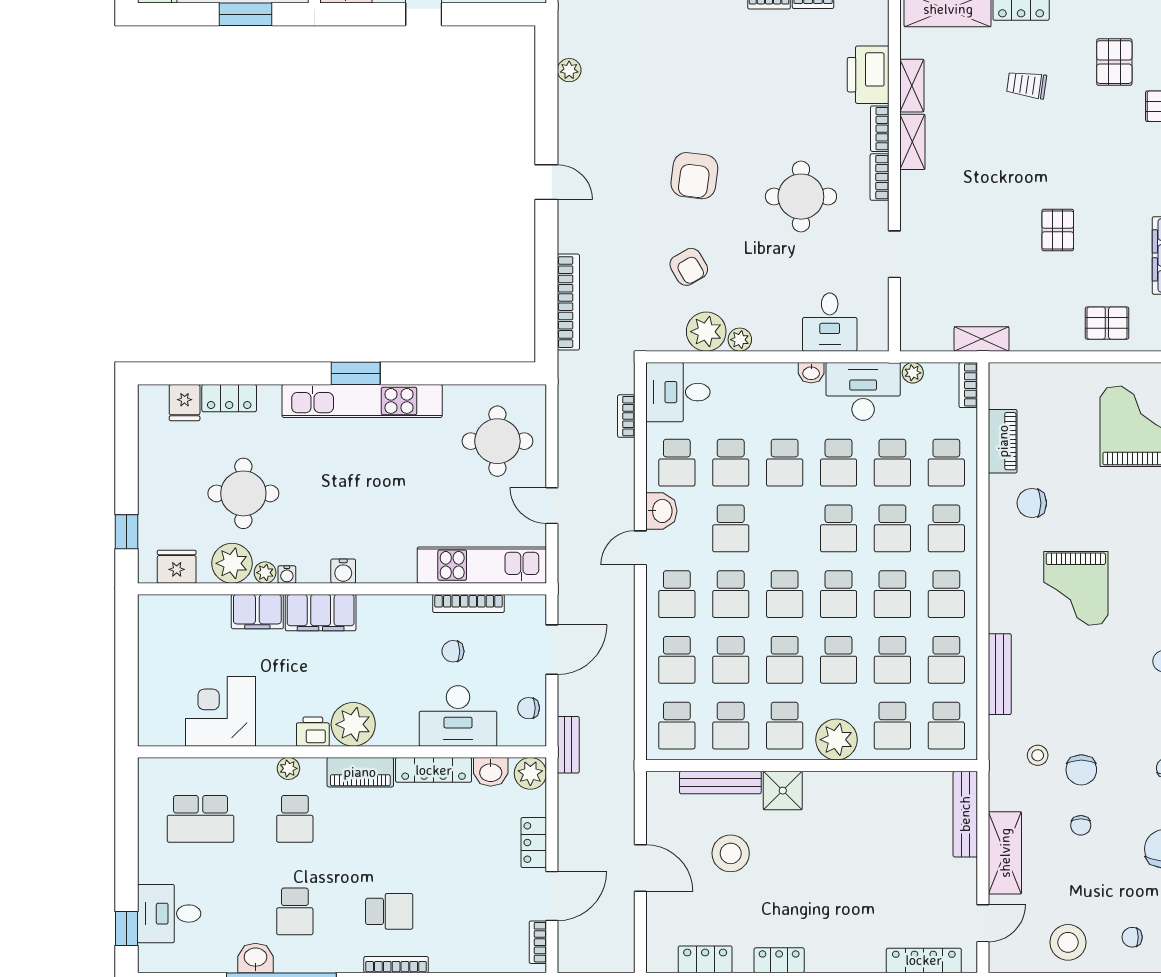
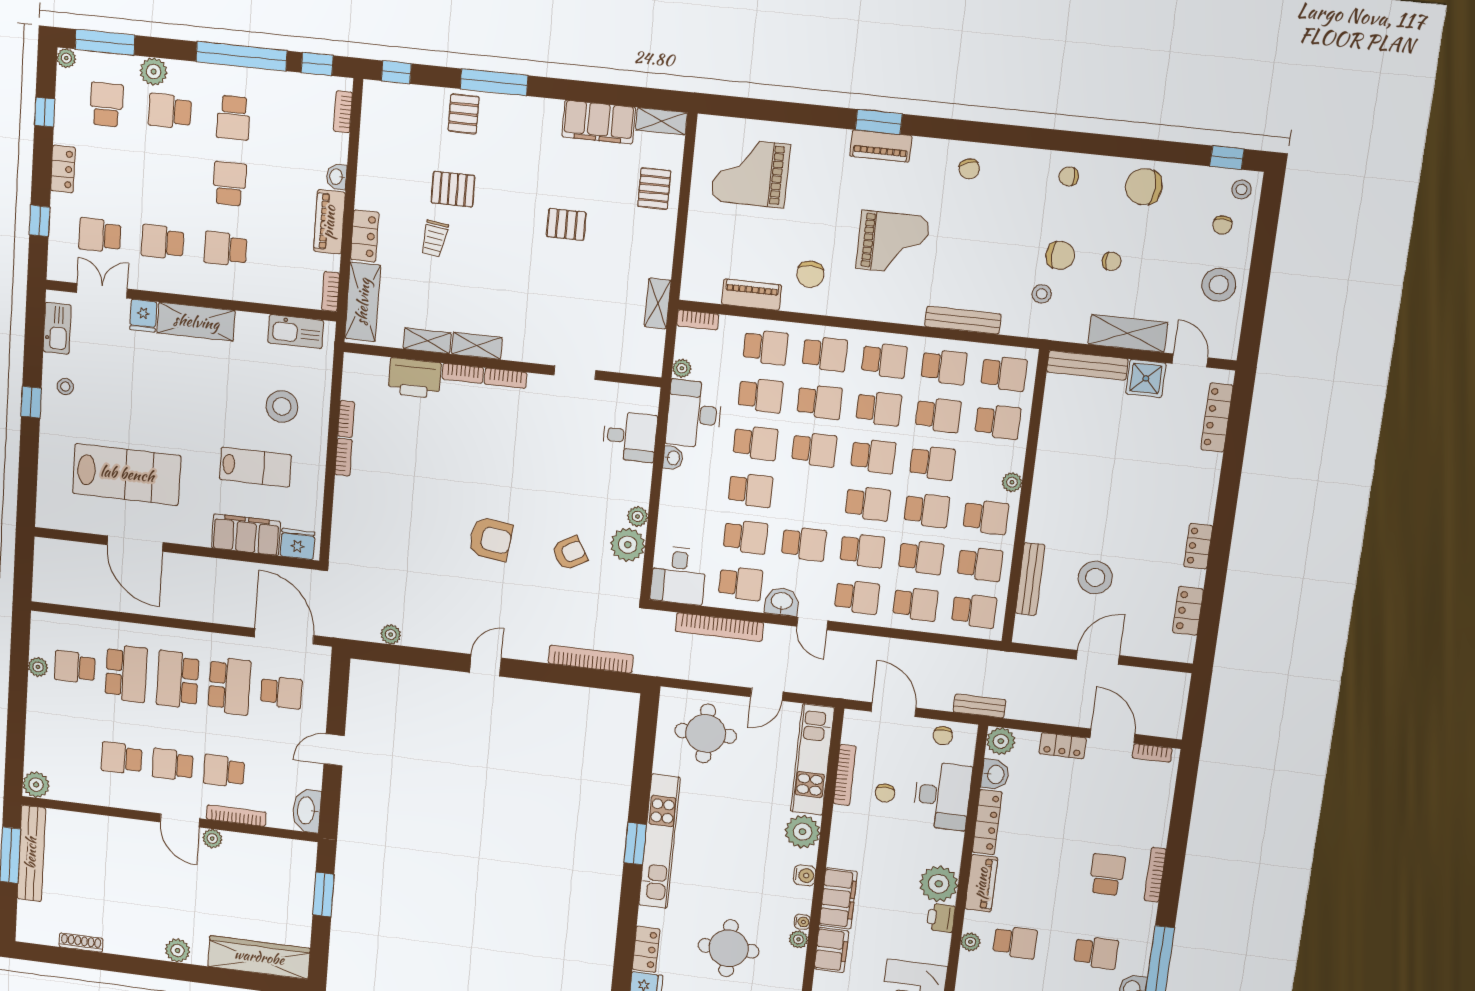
pallet: (1114, 62) -> (453, 189), moved
round table: (801, 197) -> (517, 449), removed
bookcase: (626, 416) -> (719, 627), width x2.31, depth x1.31
plant: (232, 563) -> (803, 832), moved
plant: (836, 740) -> (1012, 482), width x0.53, depth x0.53
shower: (783, 791) -> (1146, 378), moved

